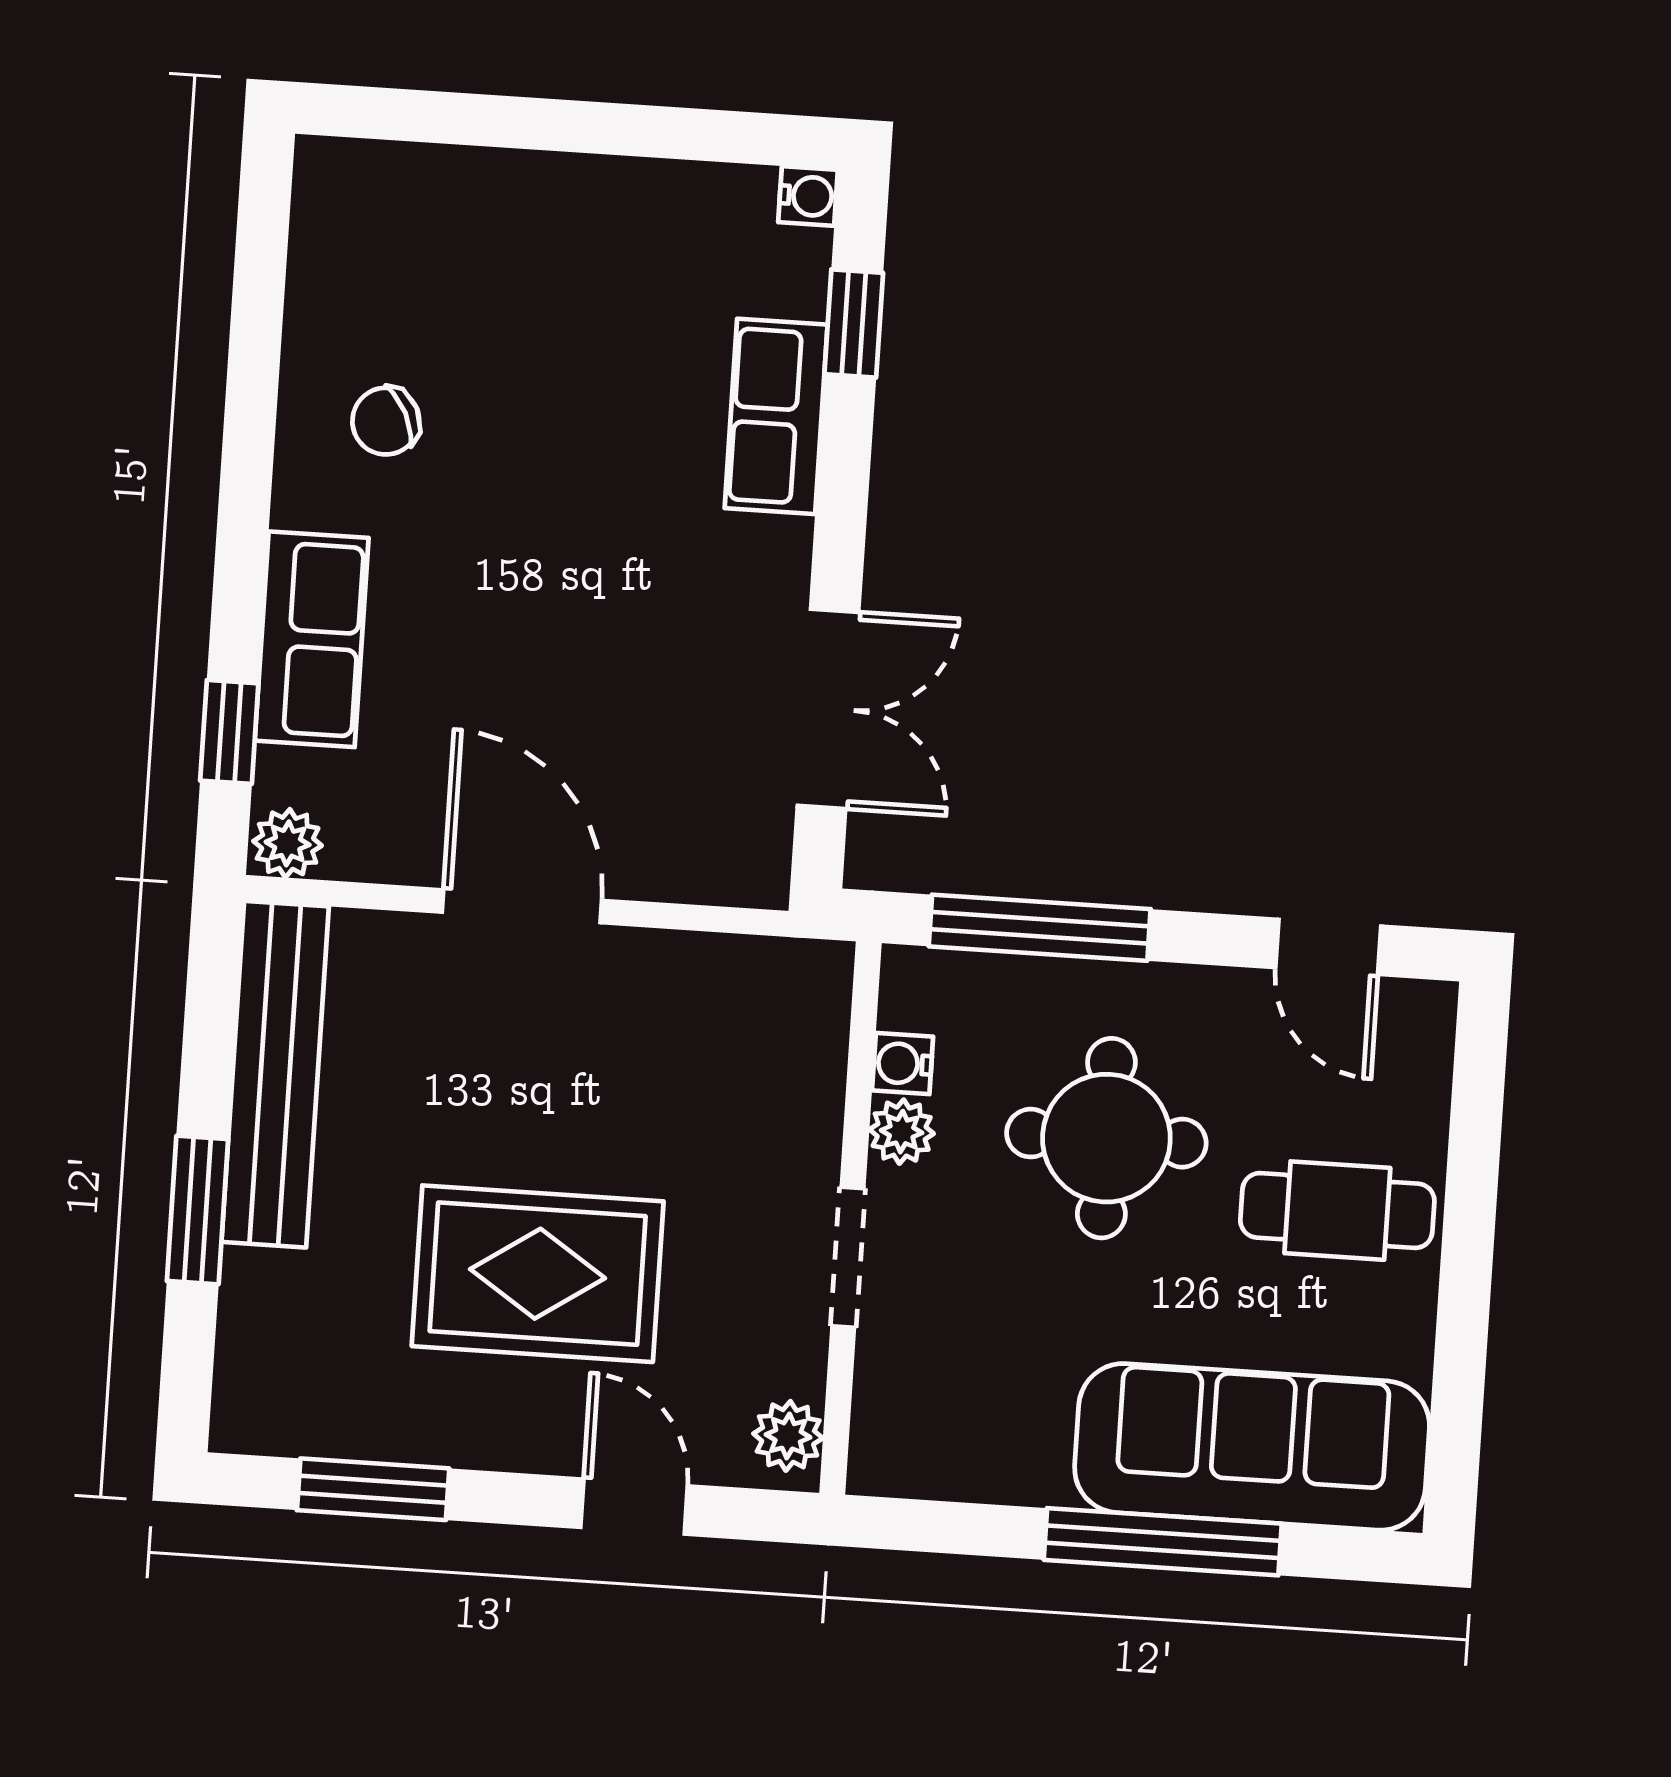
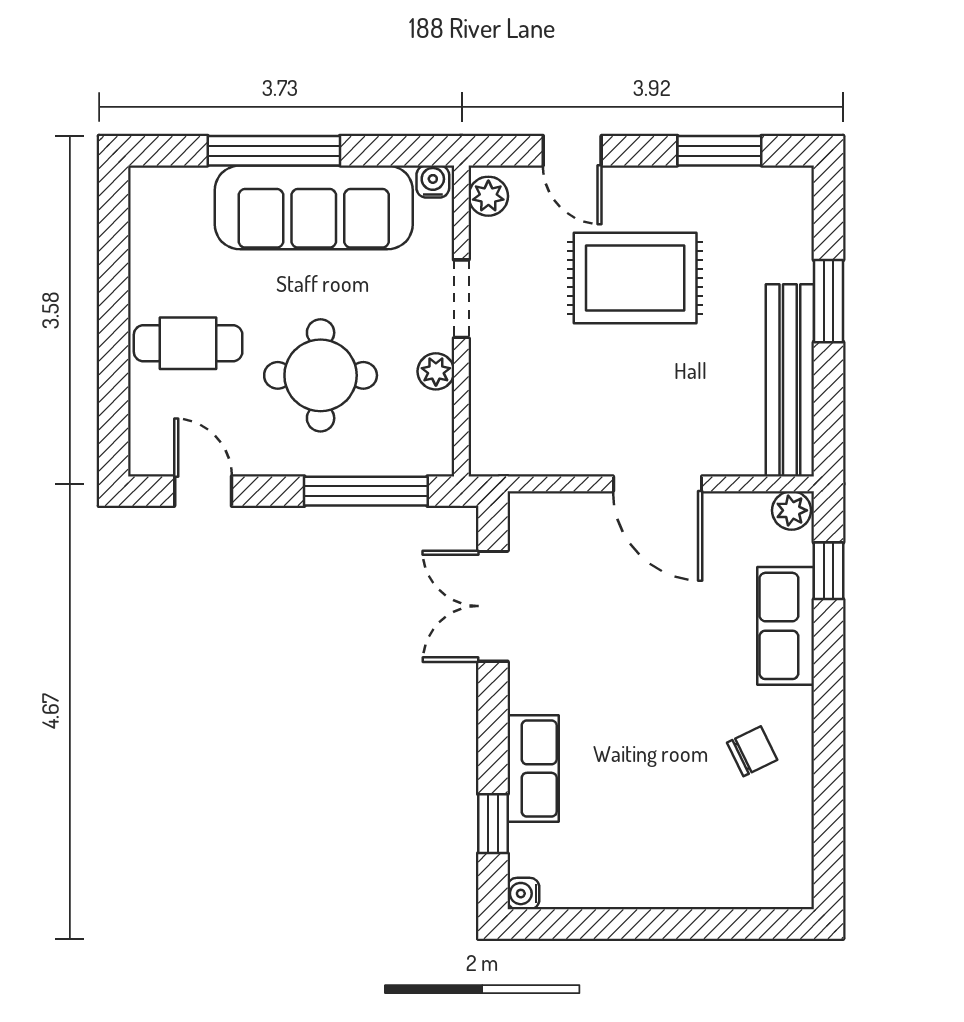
water cooler: (903, 1064) -> (433, 182), moved, turned -90
sofa: (1252, 1447) -> (314, 207), moved

